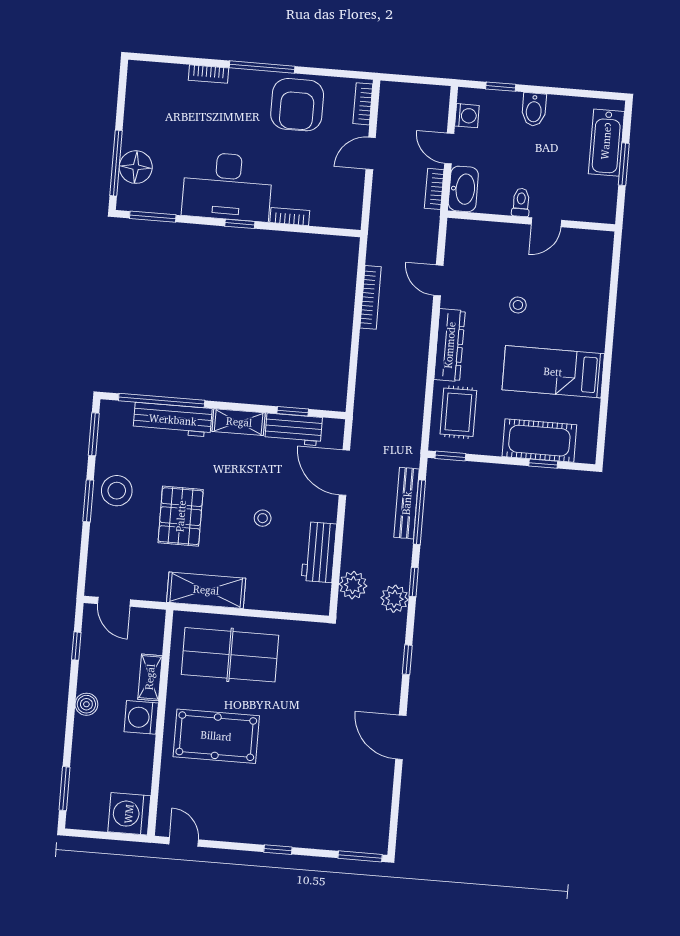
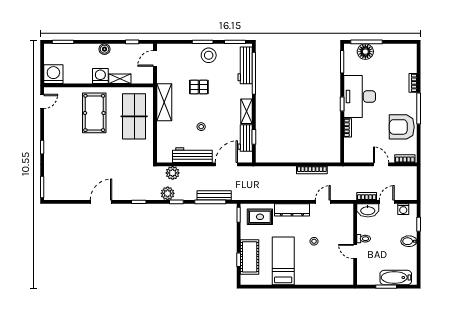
workbench: (173, 420) -> (245, 65), moved
pallet: (181, 516) -> (199, 87), width x0.67, depth x0.71
workbench: (319, 552) -> (192, 155), width x1.38

